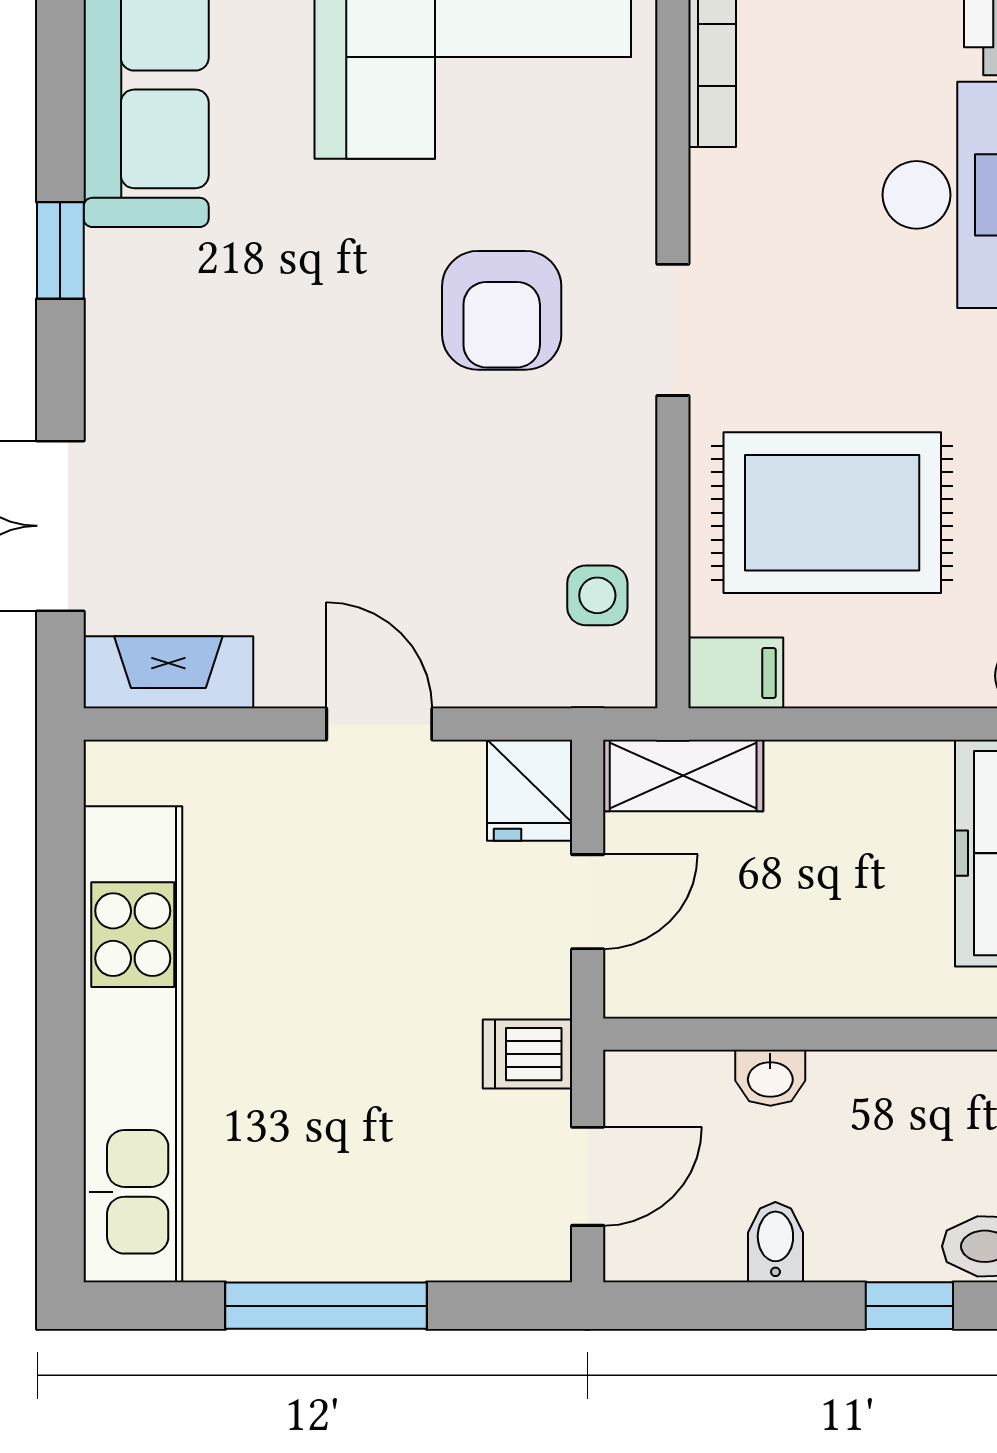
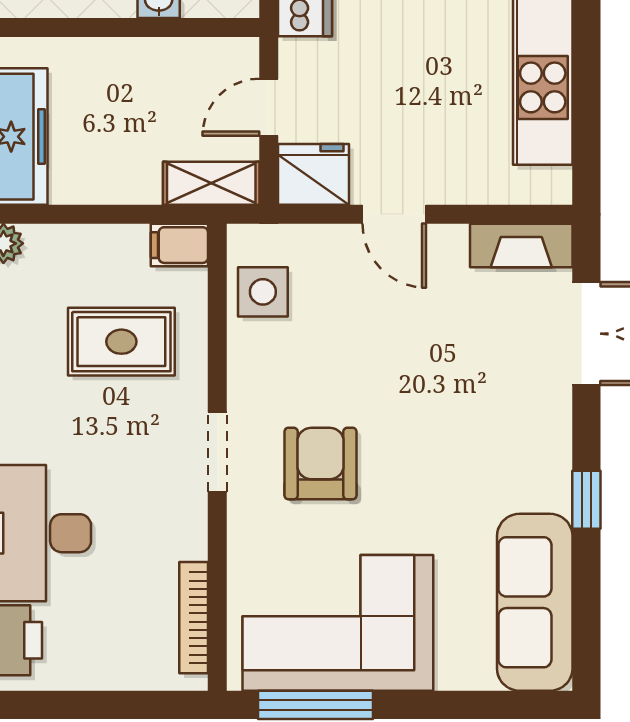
rug: (832, 513) -> (121, 342), width x0.73, depth x0.70
side table: (597, 595) -> (263, 292), width x1.37, depth x1.37
fridge: (530, 790) -> (313, 174), width x1.38

